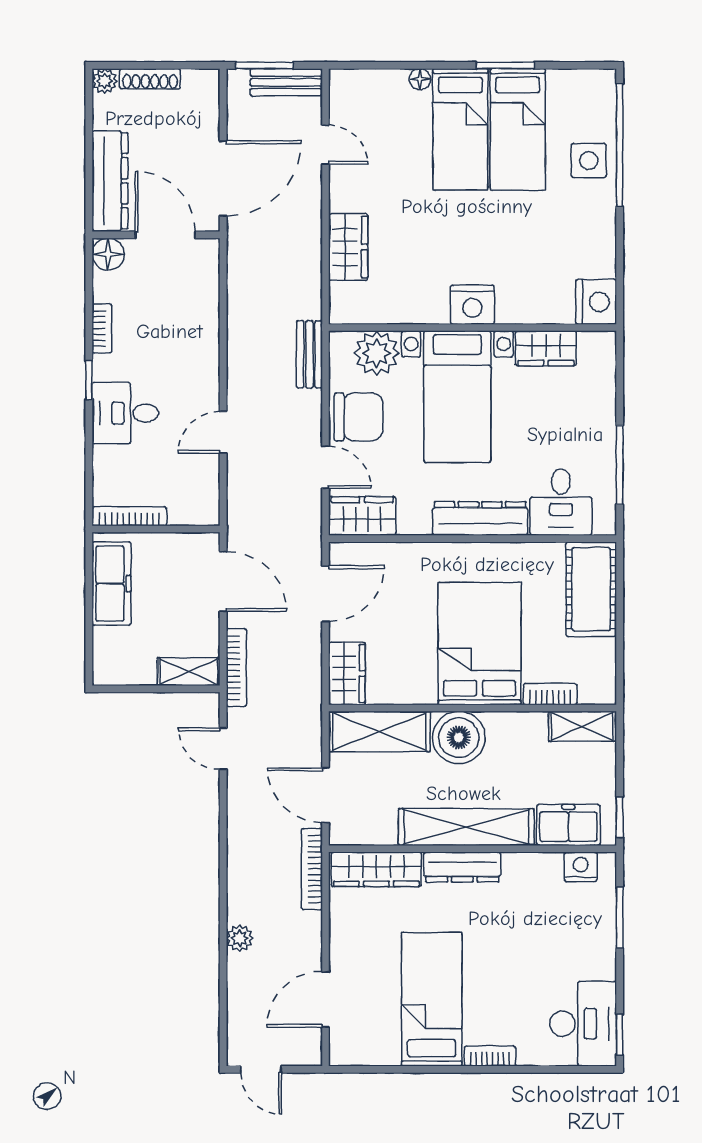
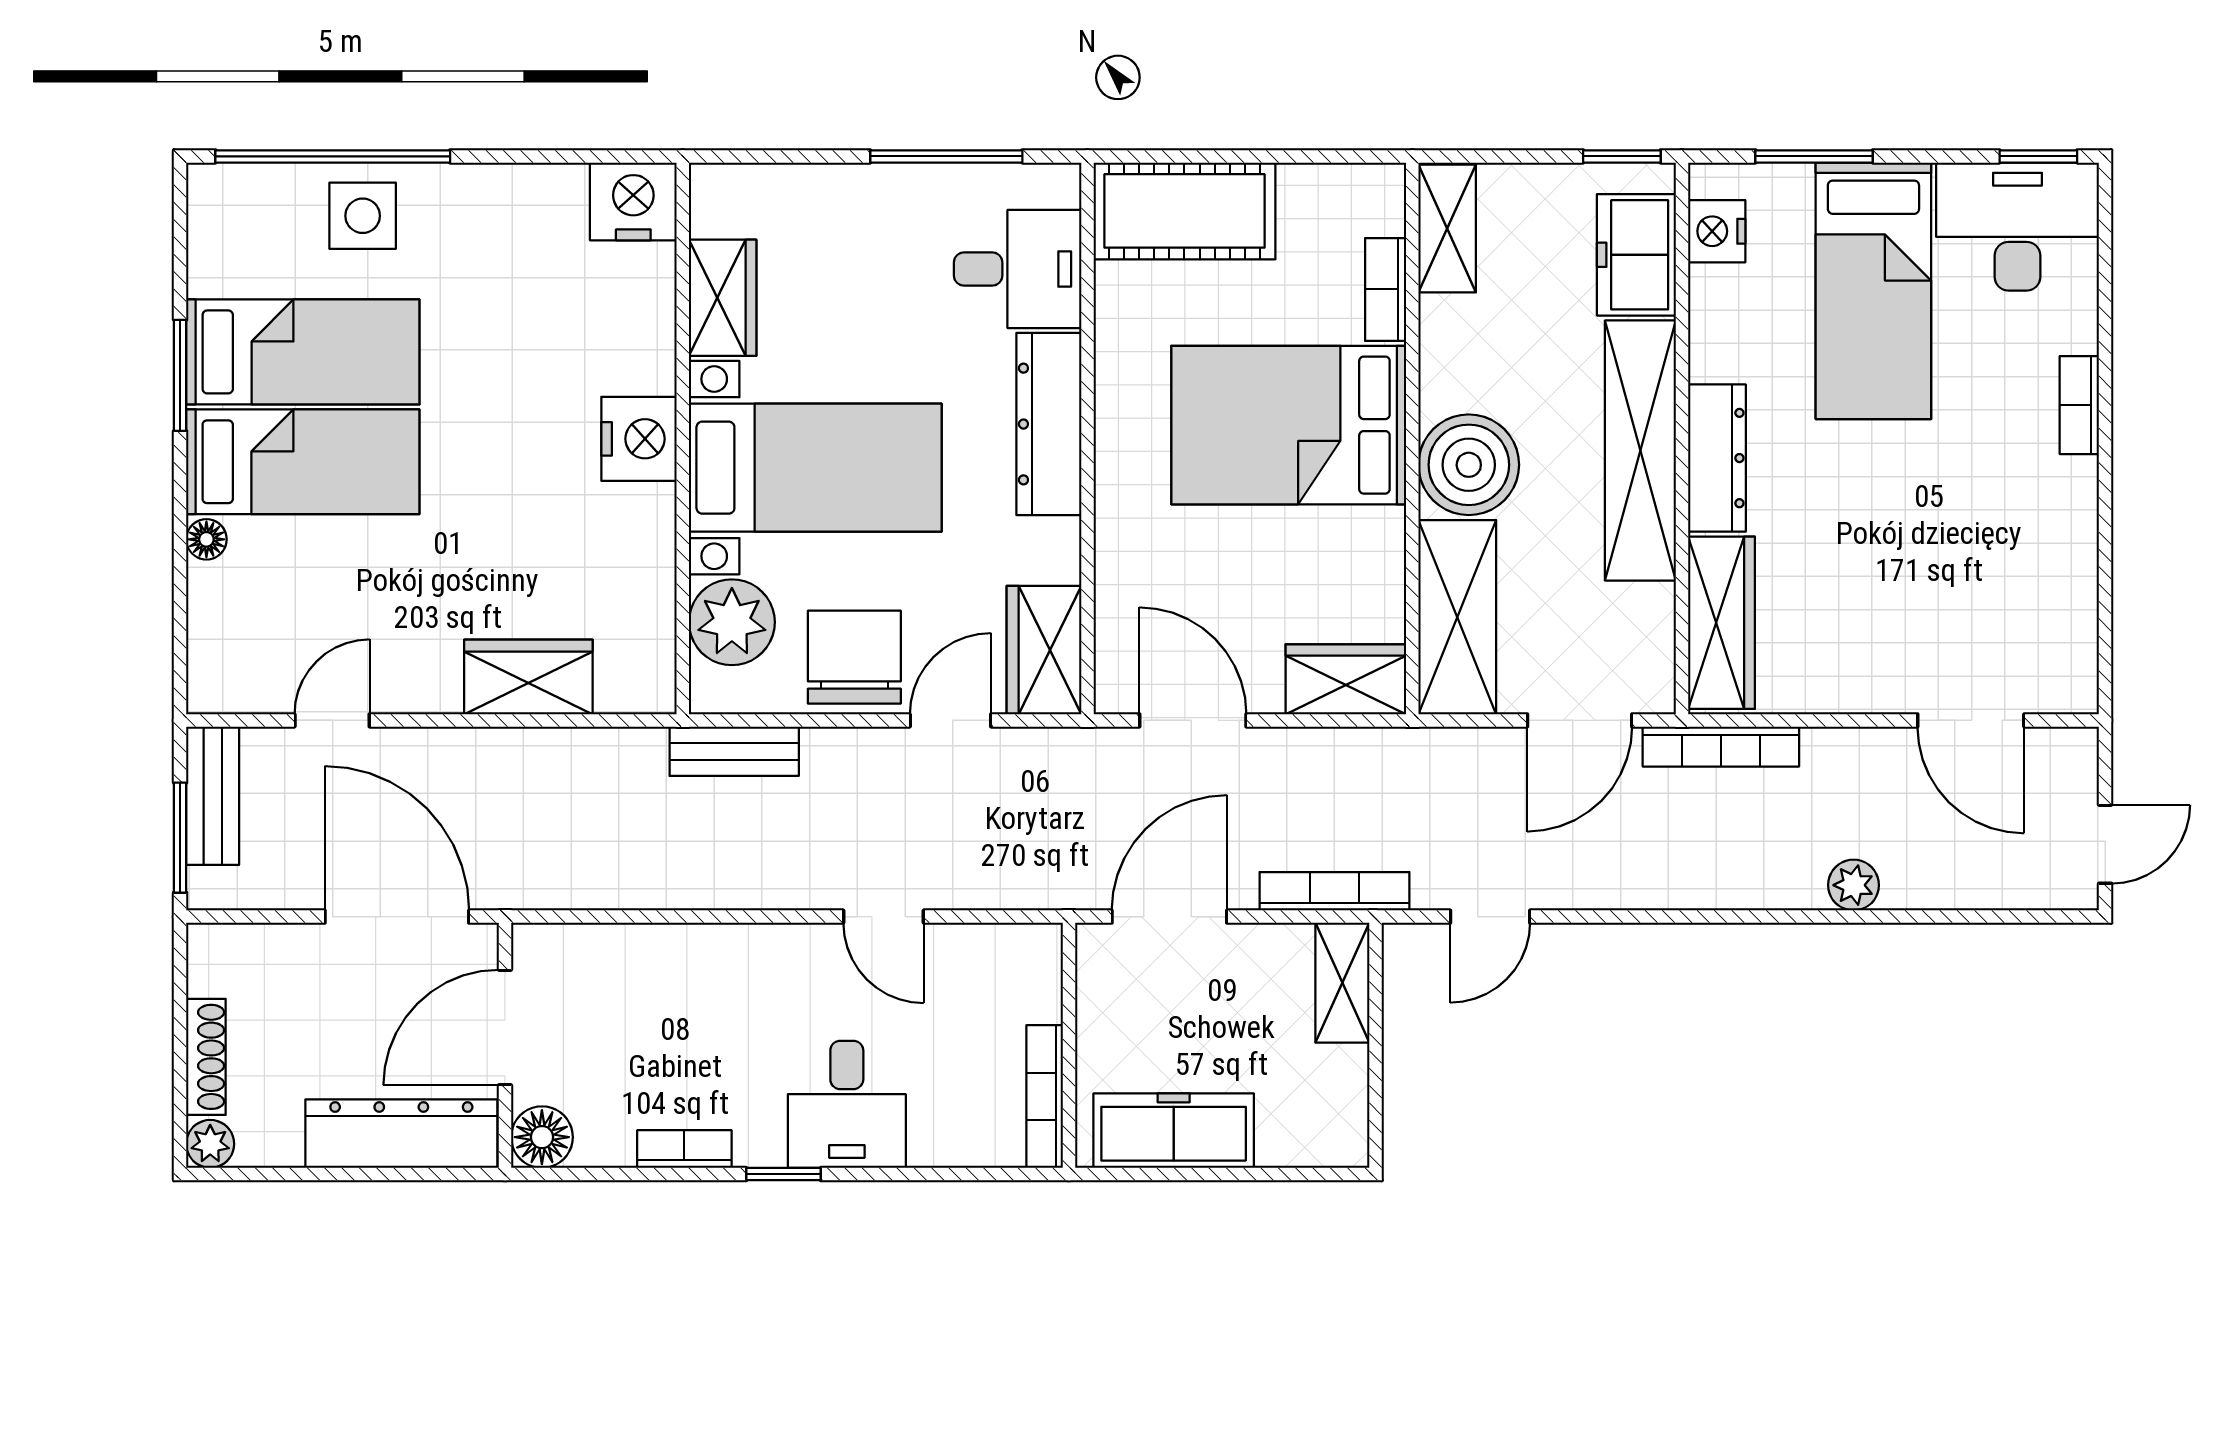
bed: (432, 999) -> (1873, 291), moved, turned -90

